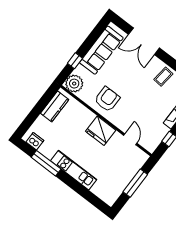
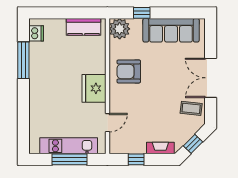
double door: (144, 41) -> (211, 78), moved
armchair: (107, 99) -> (129, 71), turned 180
kitchen unit: (74, 170) -> (69, 146), moved, turned -90

